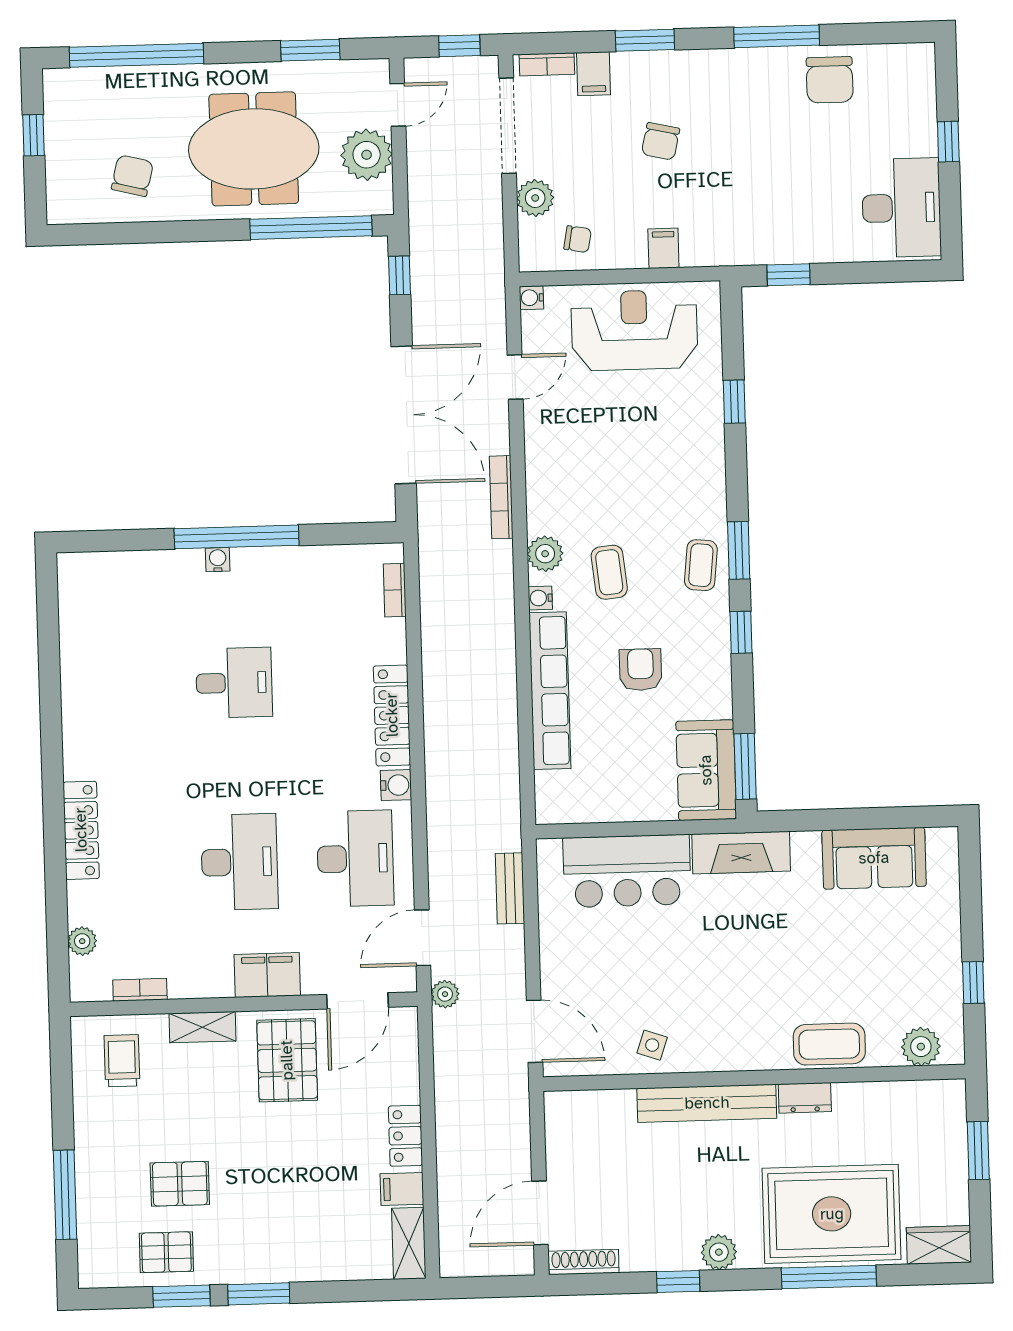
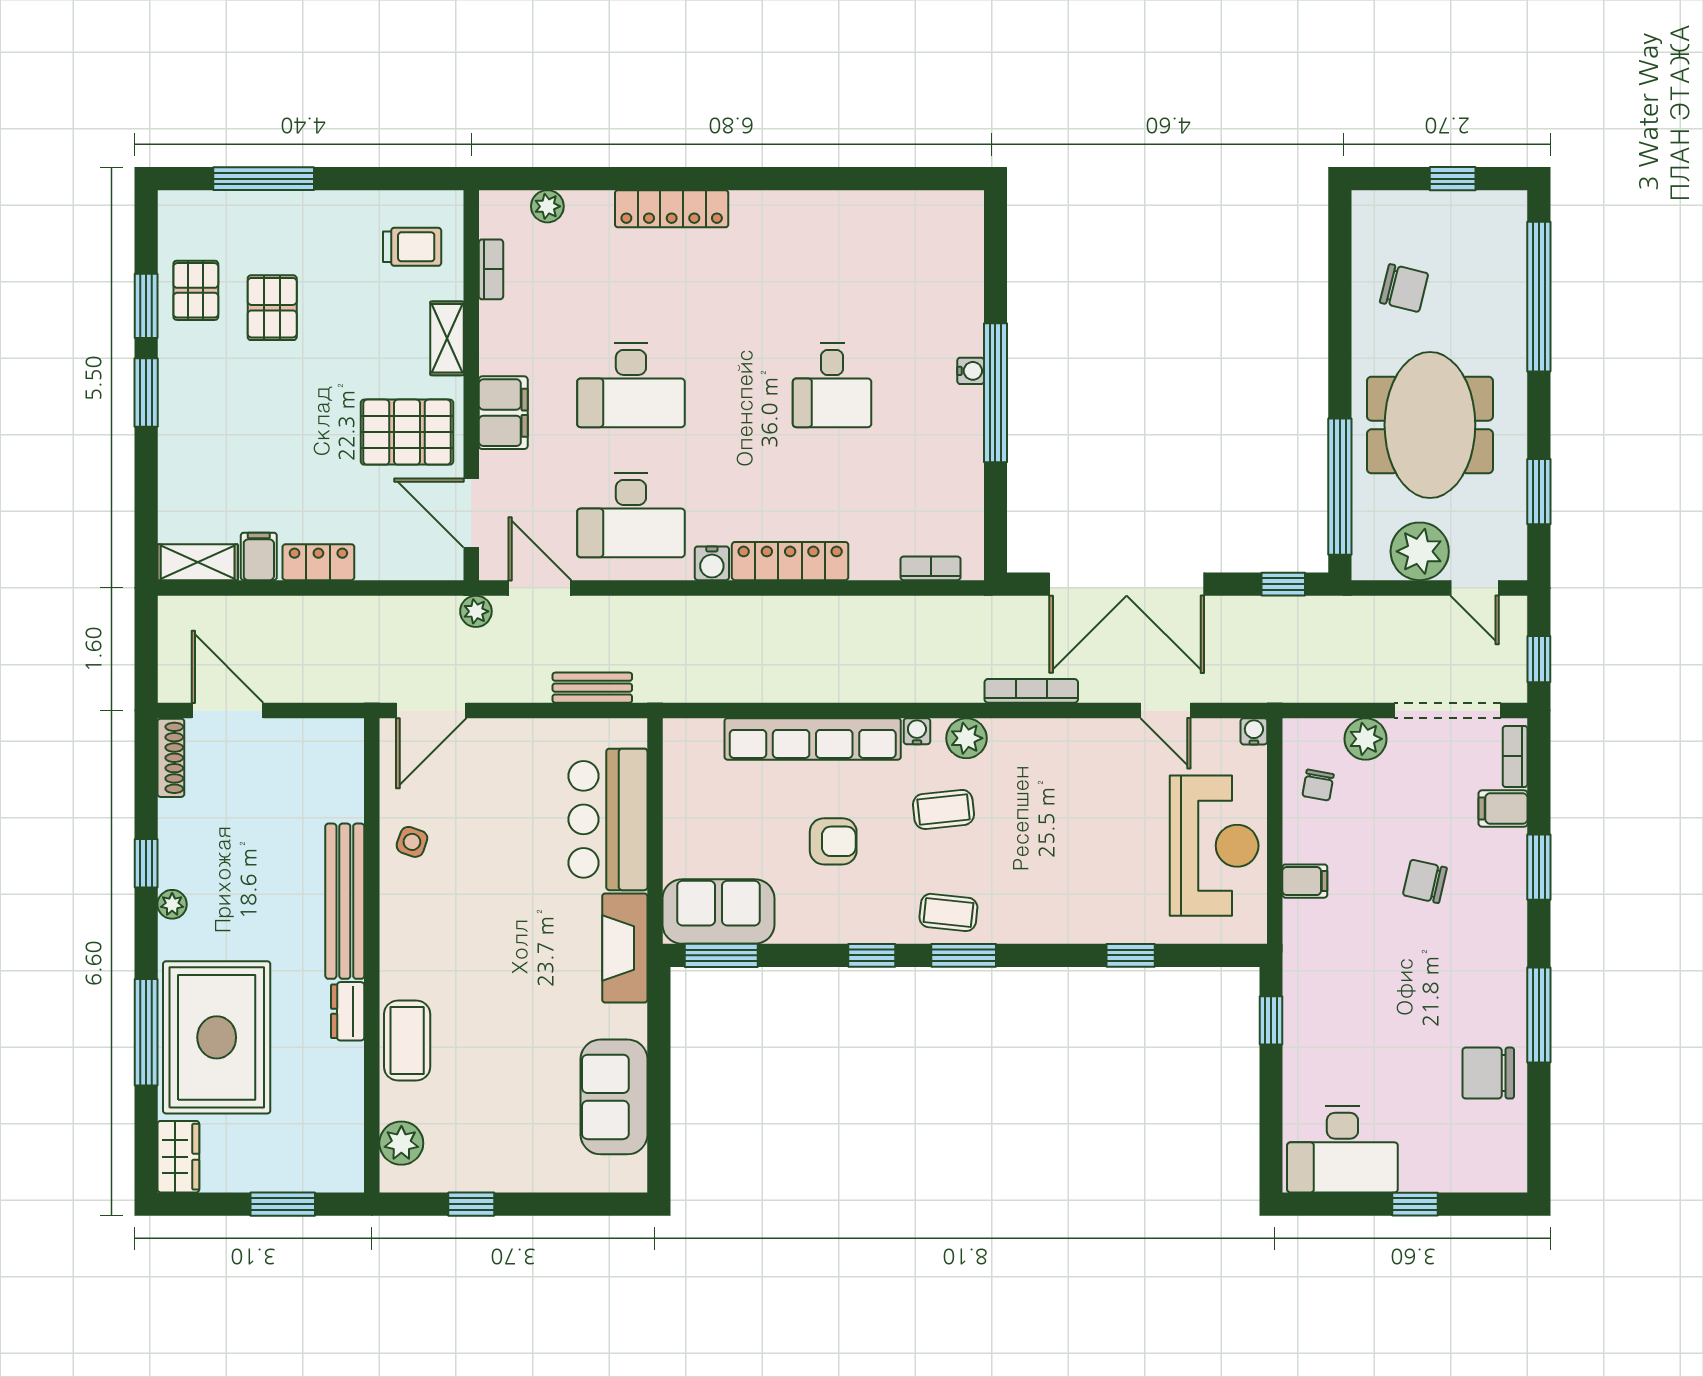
plant: (719, 1252) -> (172, 904), width x0.73, depth x0.73

